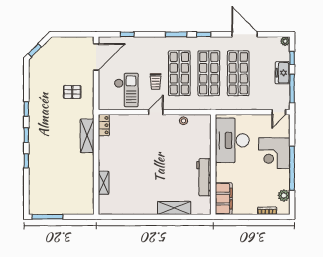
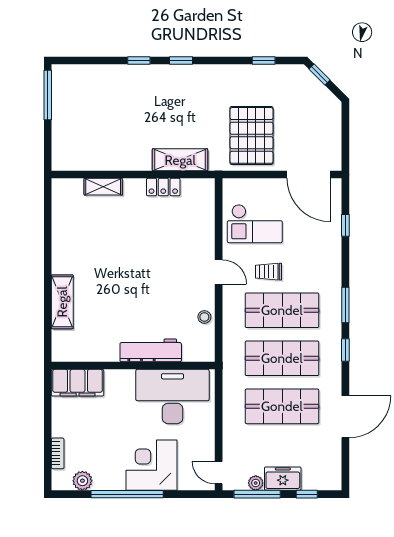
plant: (285, 41) -> (256, 483), moved
pallet: (72, 92) -> (251, 135), width x2.05, depth x2.00
window: (26, 109) -> (264, 61), moved
locker: (104, 125) -> (163, 187), moved
workbench: (204, 177) -> (151, 350), moved

